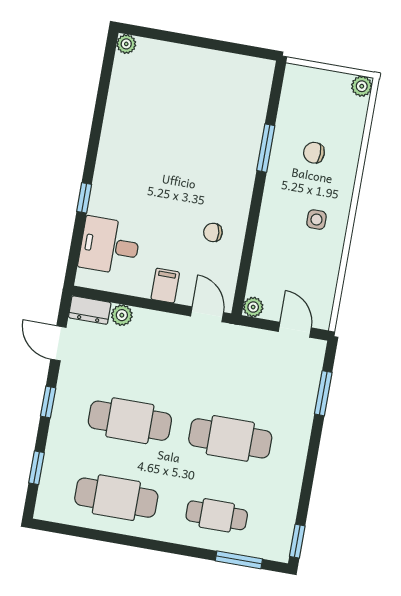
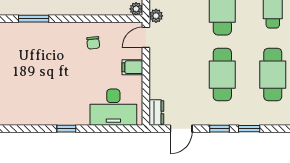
window: (84, 198) -> (66, 129), moved
desk: (109, 246) -> (113, 107), width x1.37
plant: (122, 315) -> (156, 16), moved
window: (36, 468) -> (249, 129), moved

